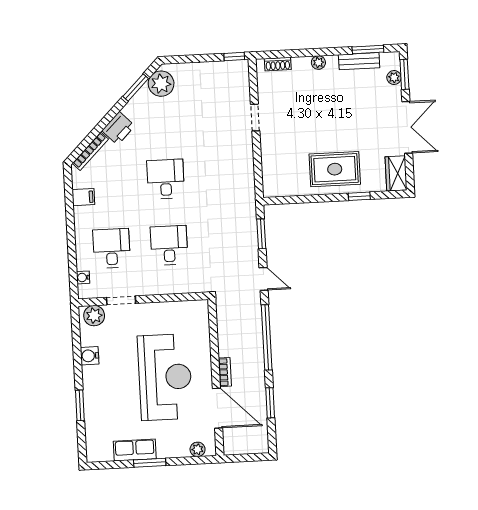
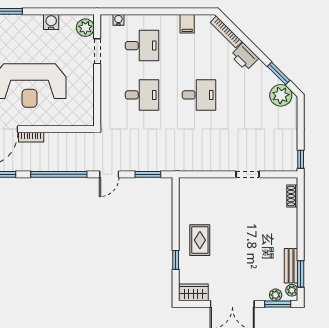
plant: (318, 63) -> (292, 290), moved
rug: (335, 169) -> (200, 240), width x0.73, depth x0.70

